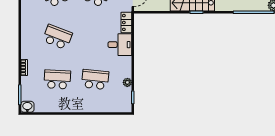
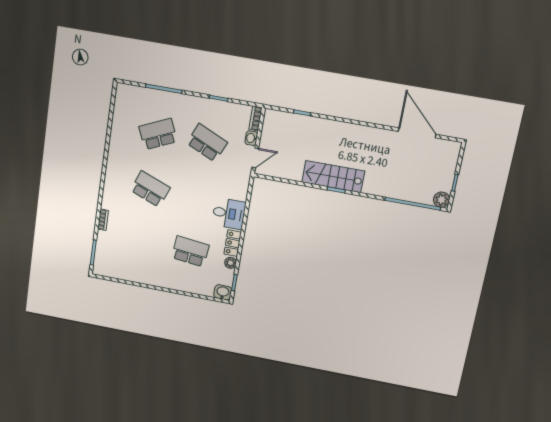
locker: (126, 22) -> (233, 243), moved
school desk: (57, 79) -> (143, 242), removed
washbasin: (27, 107) -> (223, 292), moved

